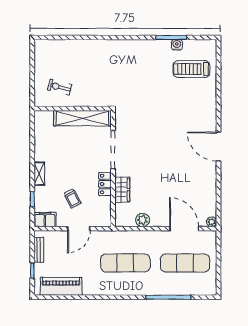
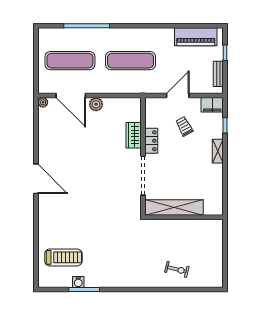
exercise bike: (60, 87) -> (177, 269), moved
plant: (143, 220) -> (96, 104), moved

